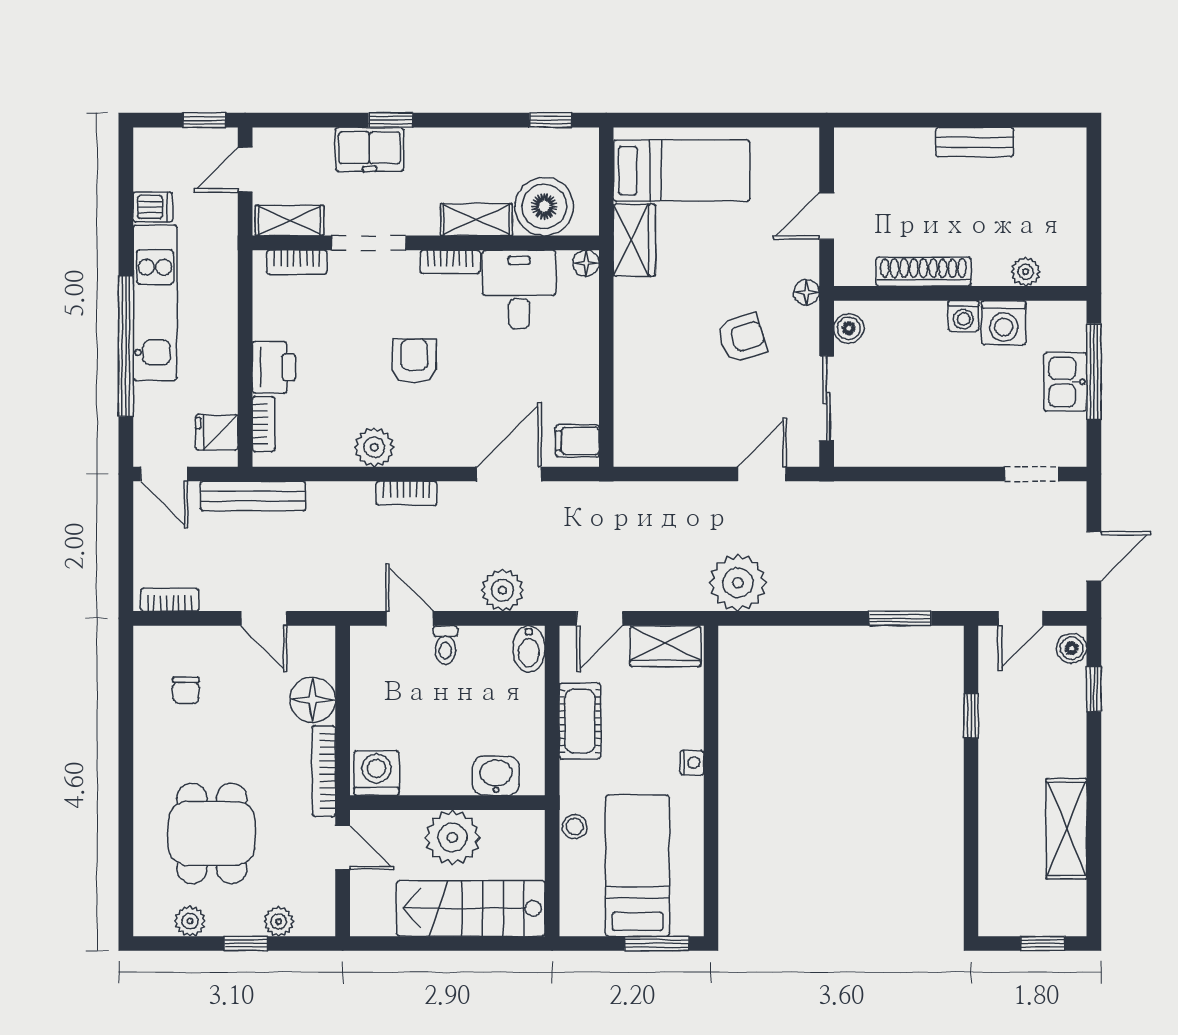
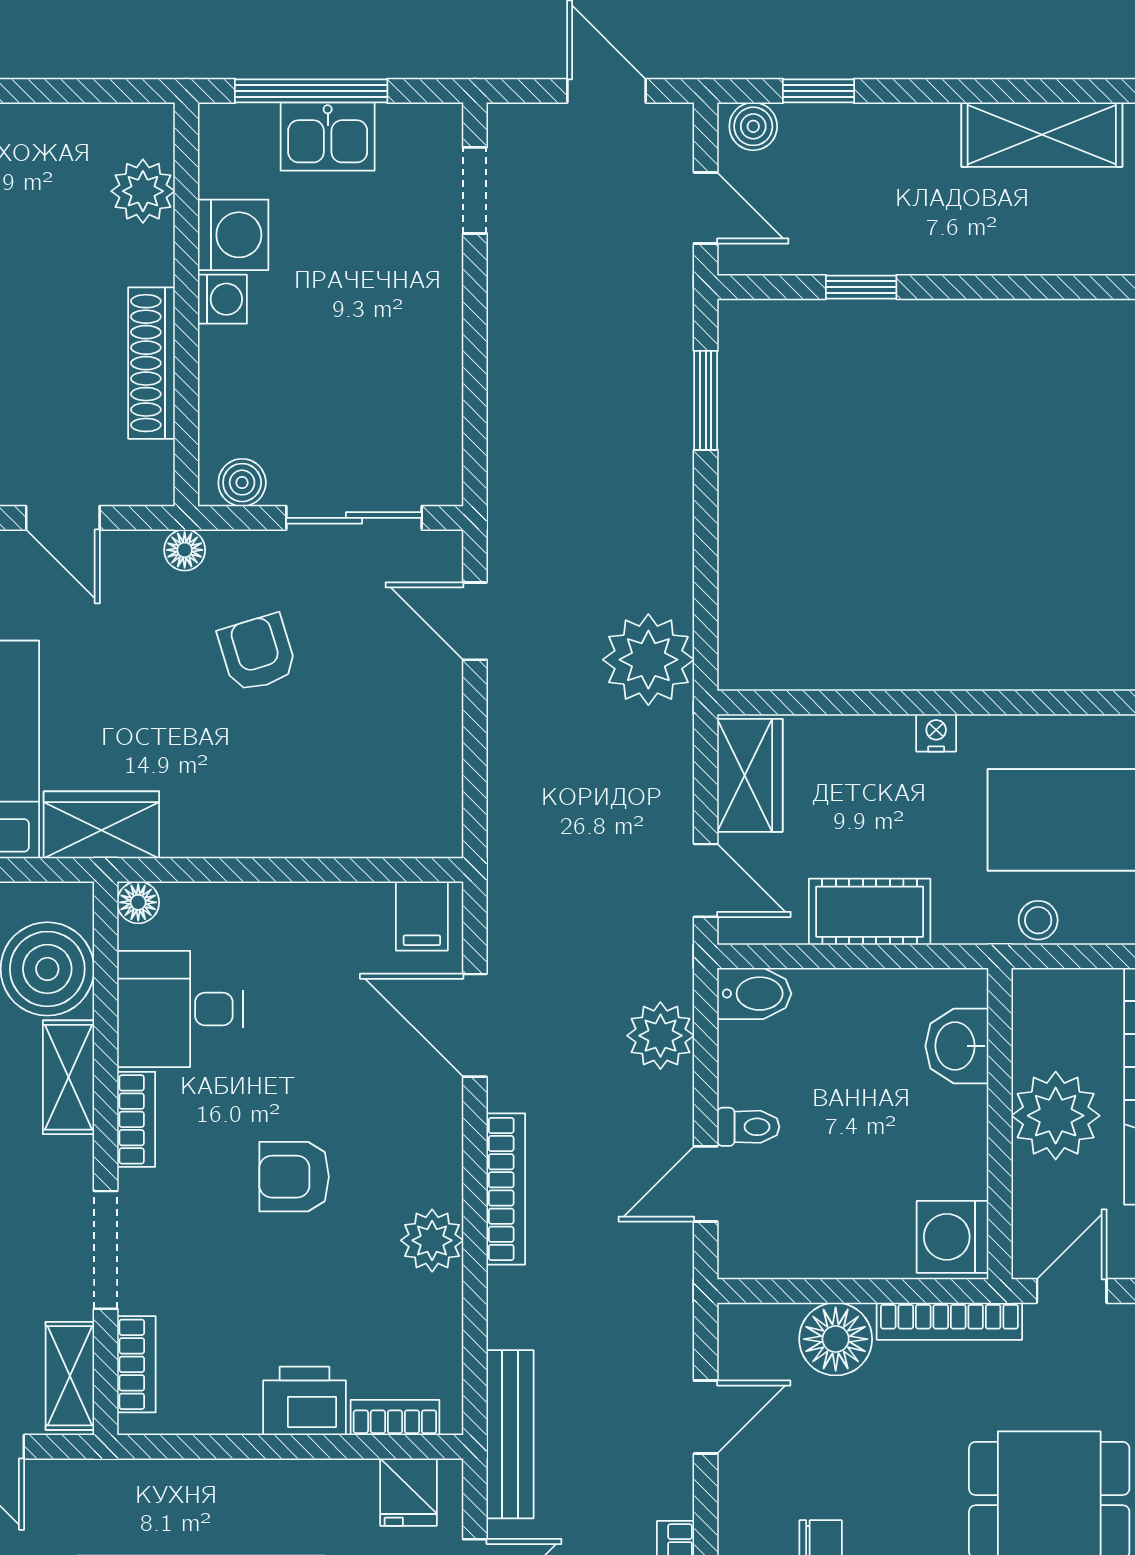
plant: (1026, 272) -> (143, 191), width x1.38, depth x1.38
bookcase: (407, 493) -> (506, 1189), width x1.56

